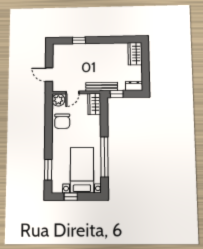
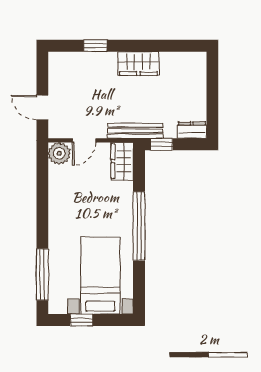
wardrobe: (135, 54) -> (138, 63), moved, turned -90
chair: (62, 121) -> (66, 191), removed
window: (104, 157) -> (139, 226), moved
window: (48, 170) -> (42, 274), width x1.44

